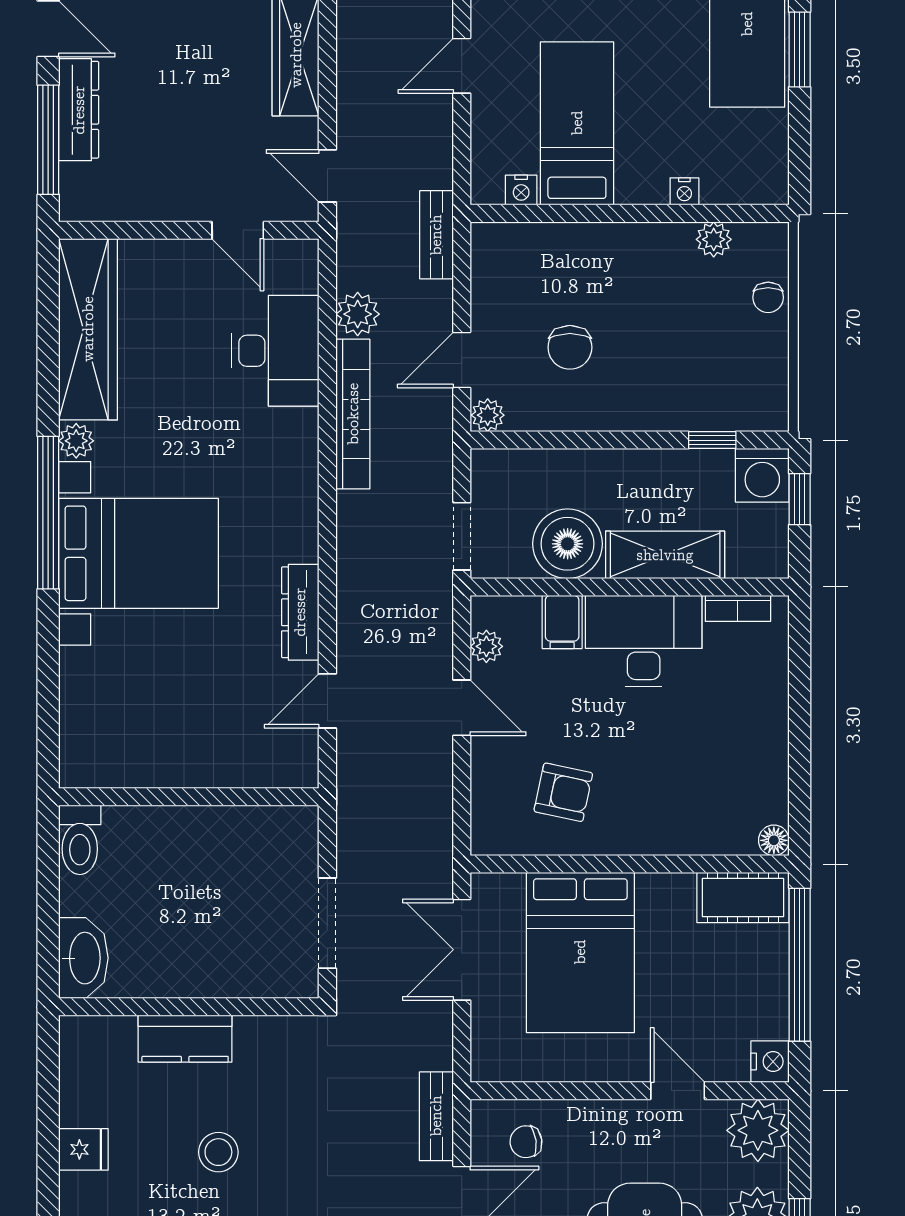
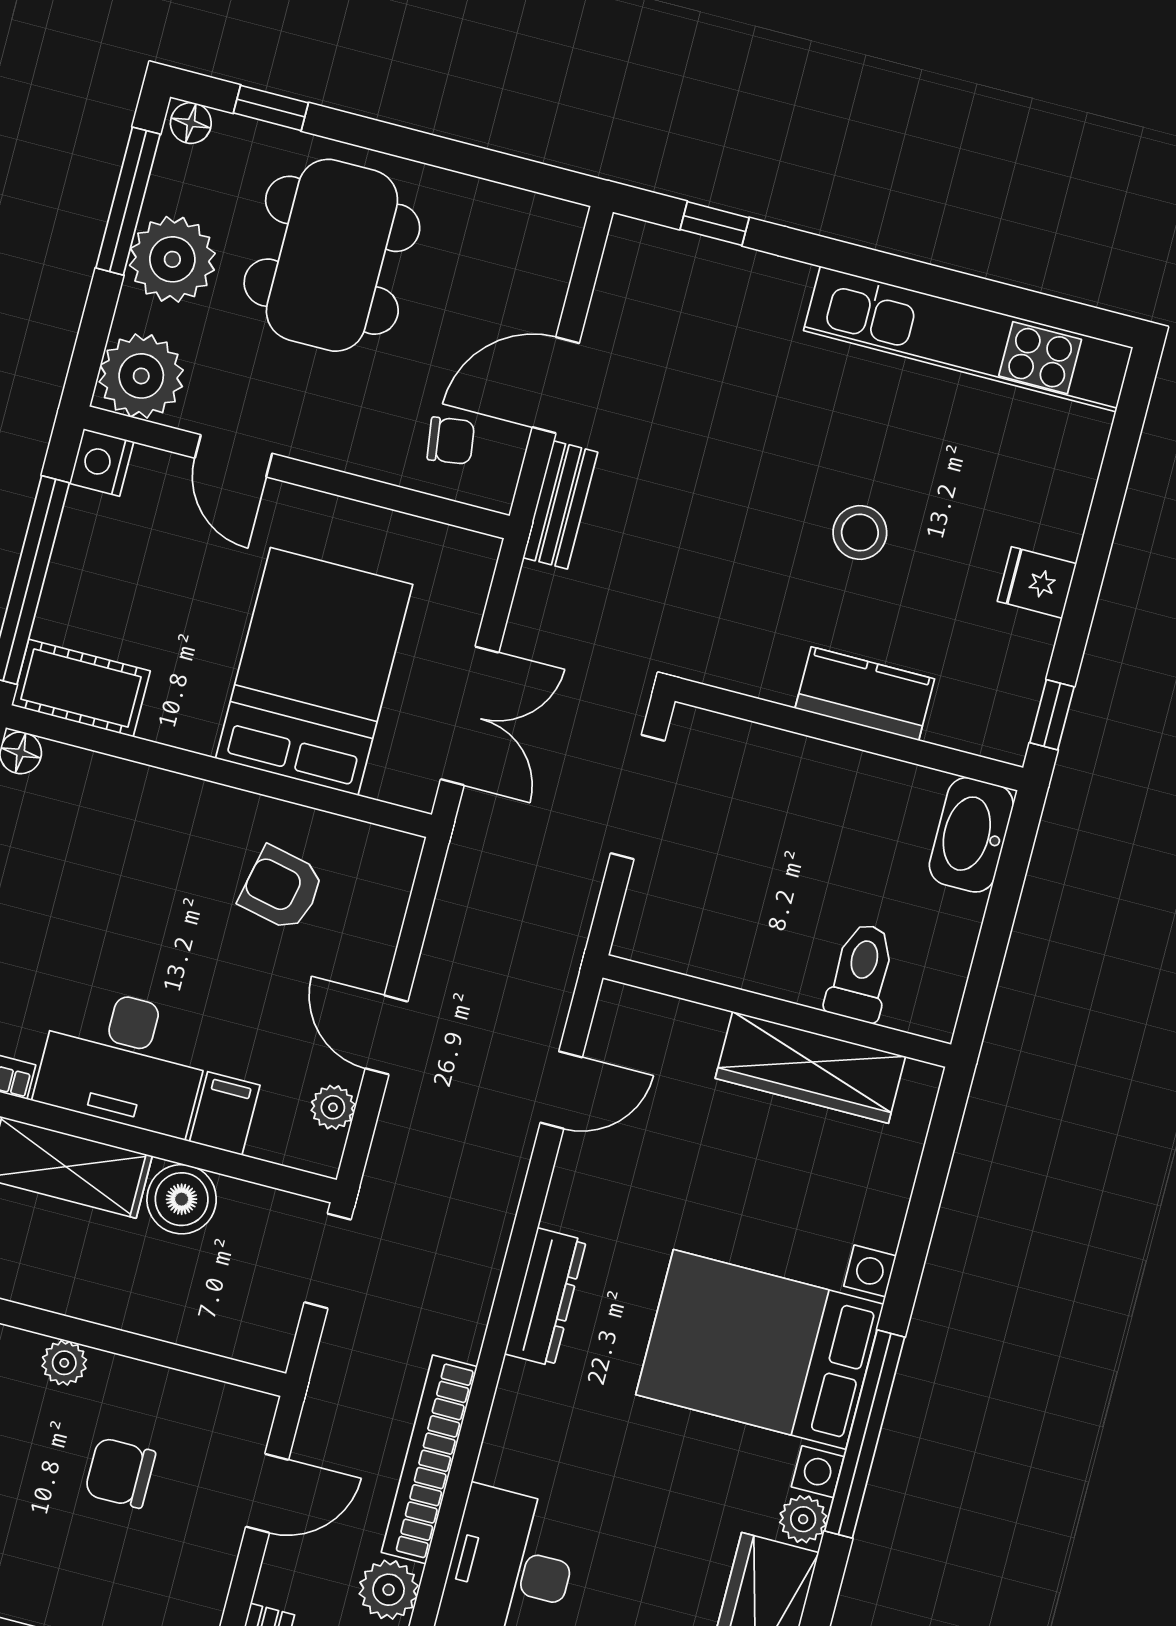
chair: (570, 347) -> (120, 1473), turned -90
plant: (488, 415) -> (64, 1363), moved
boiler: (568, 544) -> (182, 1199), width x0.73, depth x0.73
dresser: (300, 612) -> (546, 1297), moved
wardrobe: (155, 763) -> (810, 1067), added
toilet: (80, 840) -> (861, 972), moved
window: (48, 1058) -> (1052, 715), added

